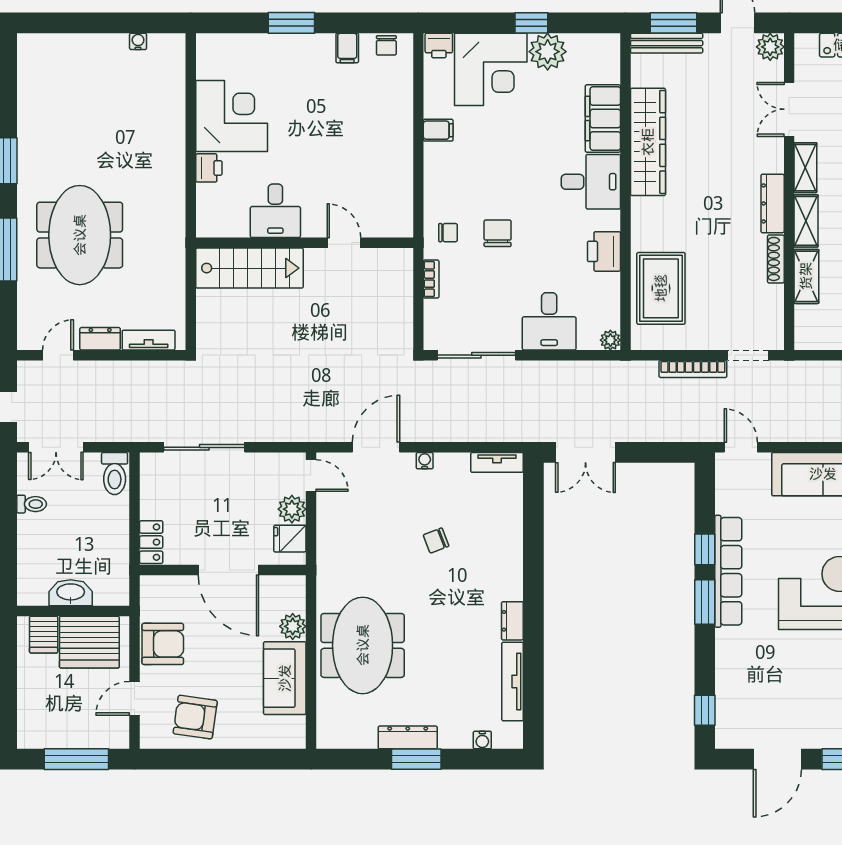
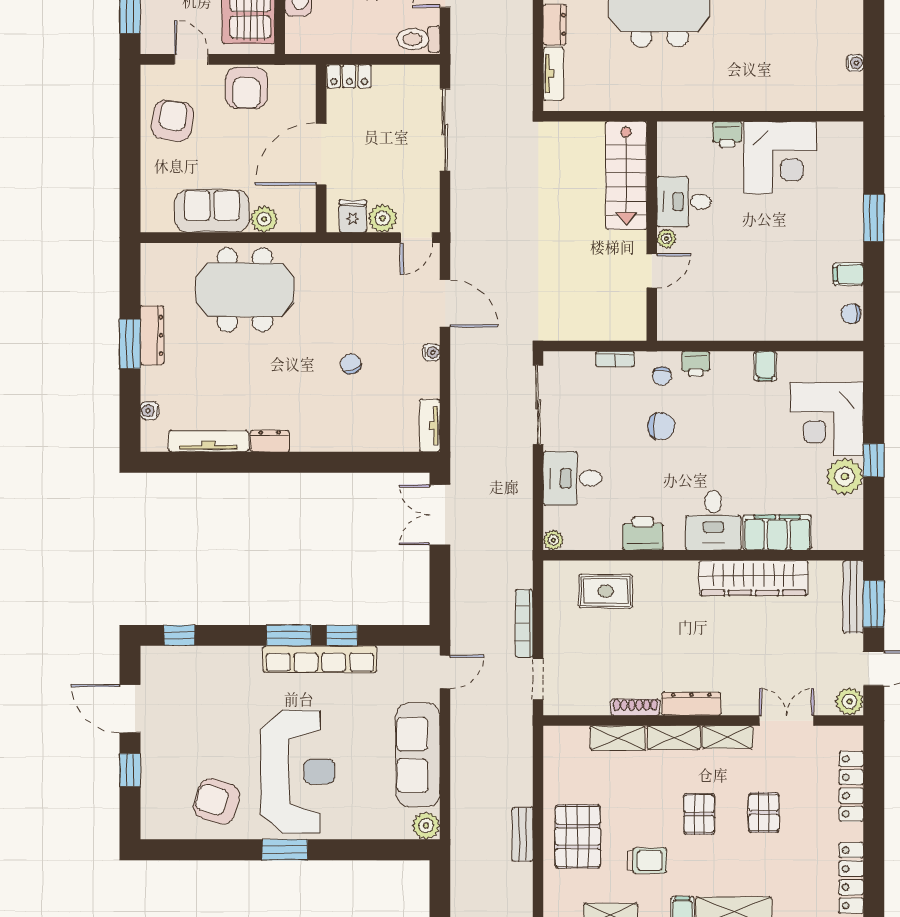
printer: (439, 45) -> (696, 364), moved, turned -90
plant: (312, 228) -> (666, 238), added
rug: (661, 288) -> (606, 591), width x0.73, depth x0.70

